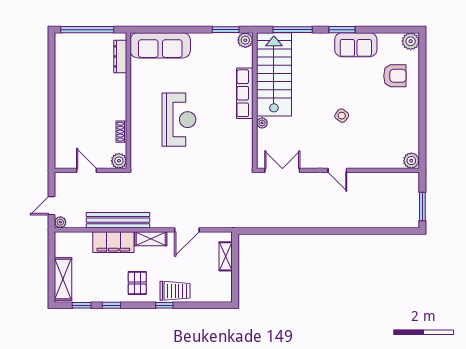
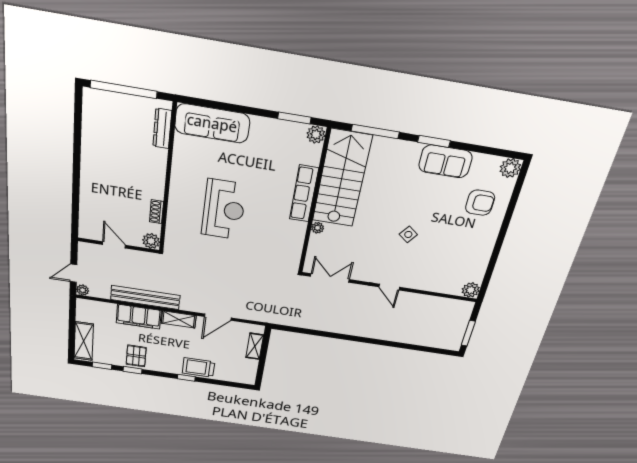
pallet: (137, 283) -> (136, 356), moved
trolley: (175, 291) -> (198, 367), turned 180

